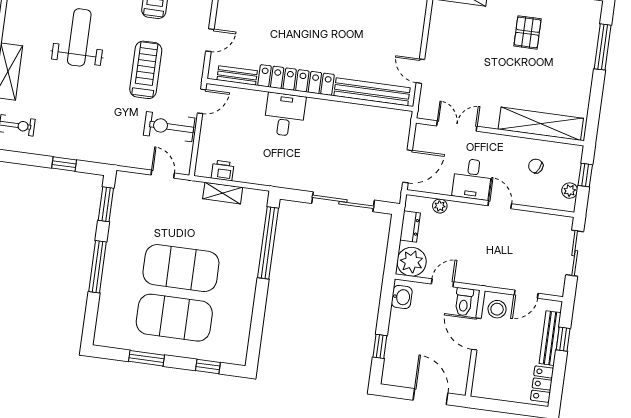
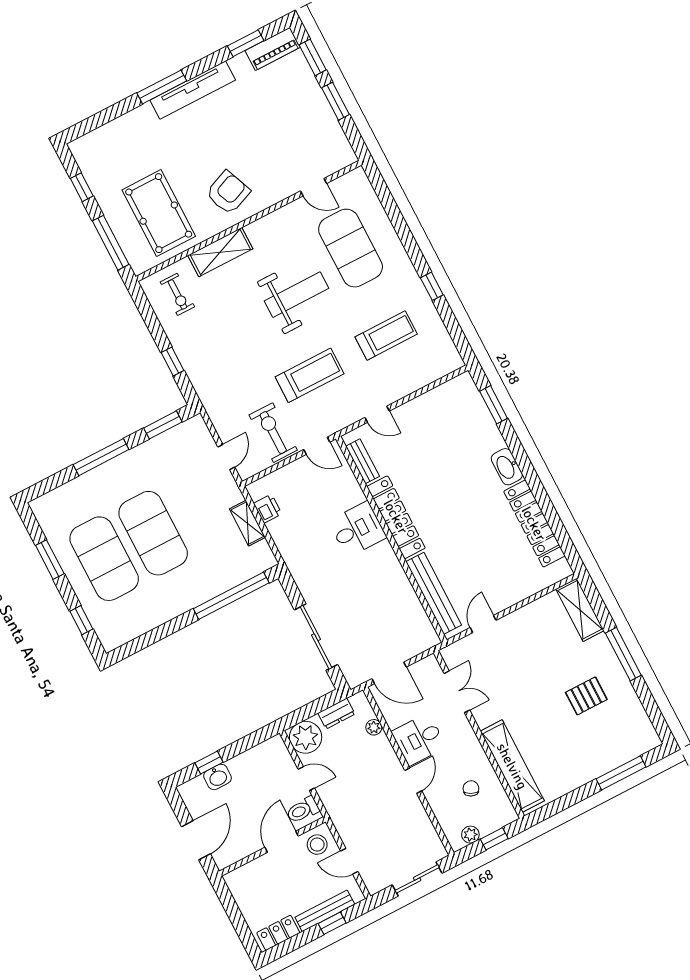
washbasin: (402, 297) -> (217, 777), moved

